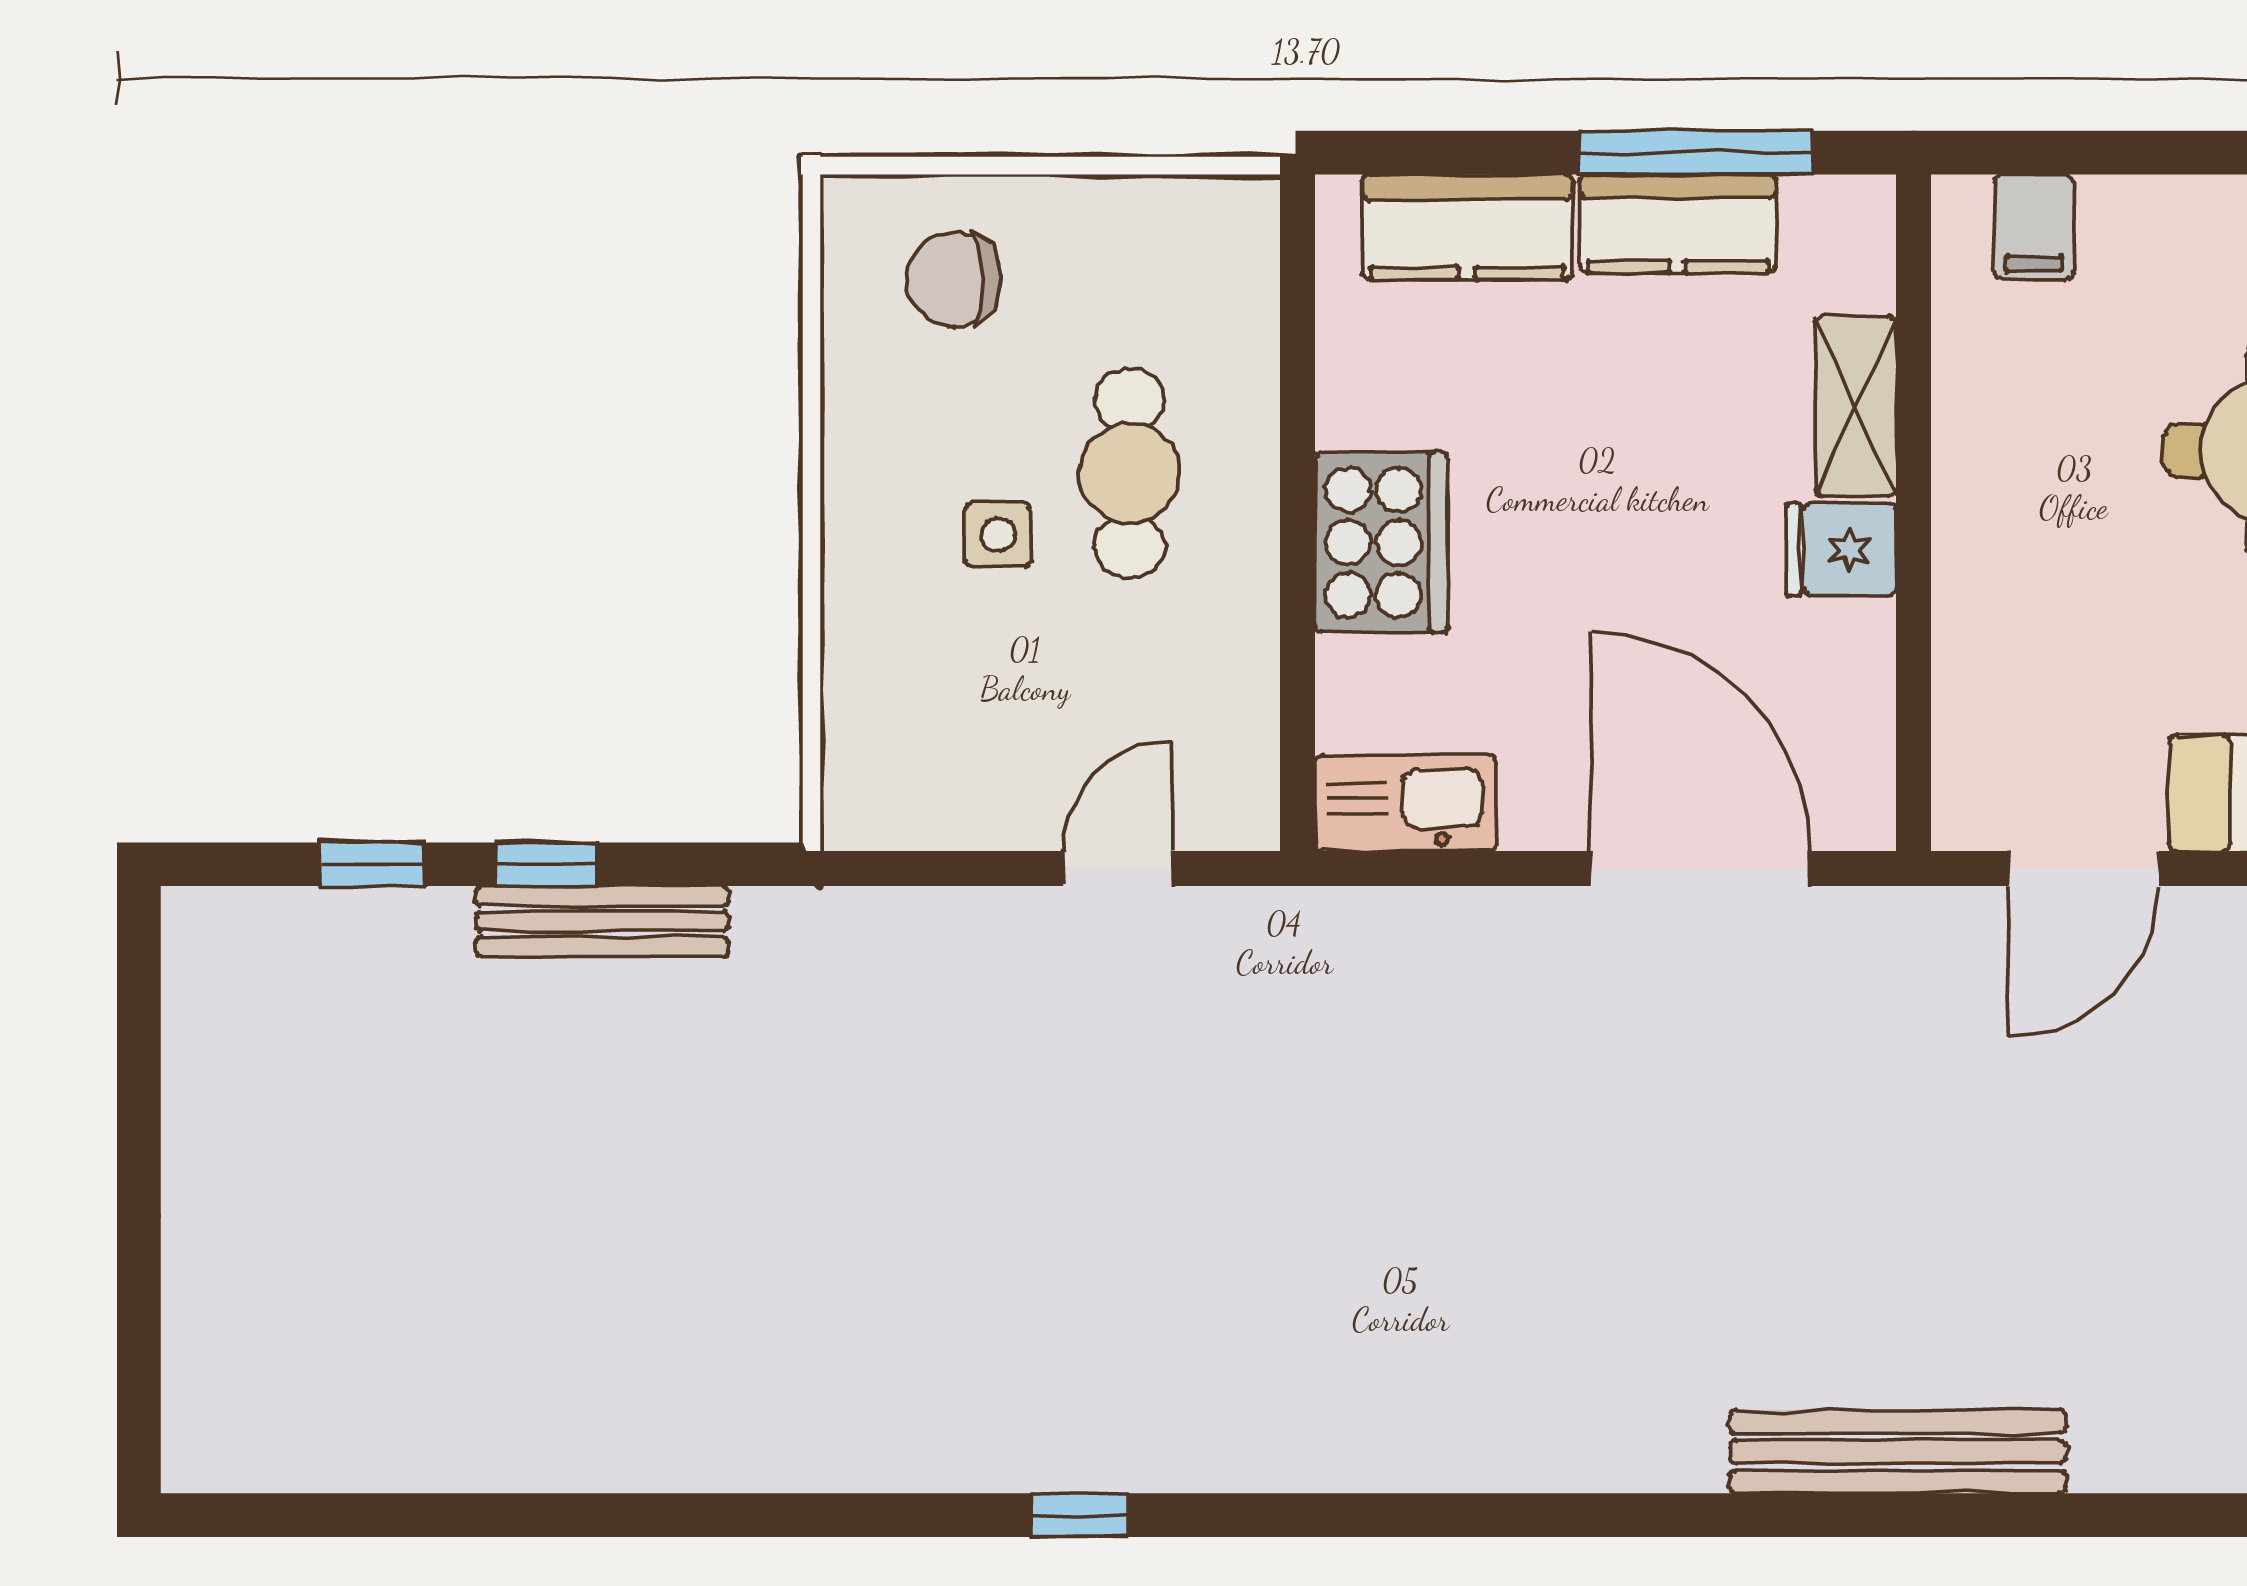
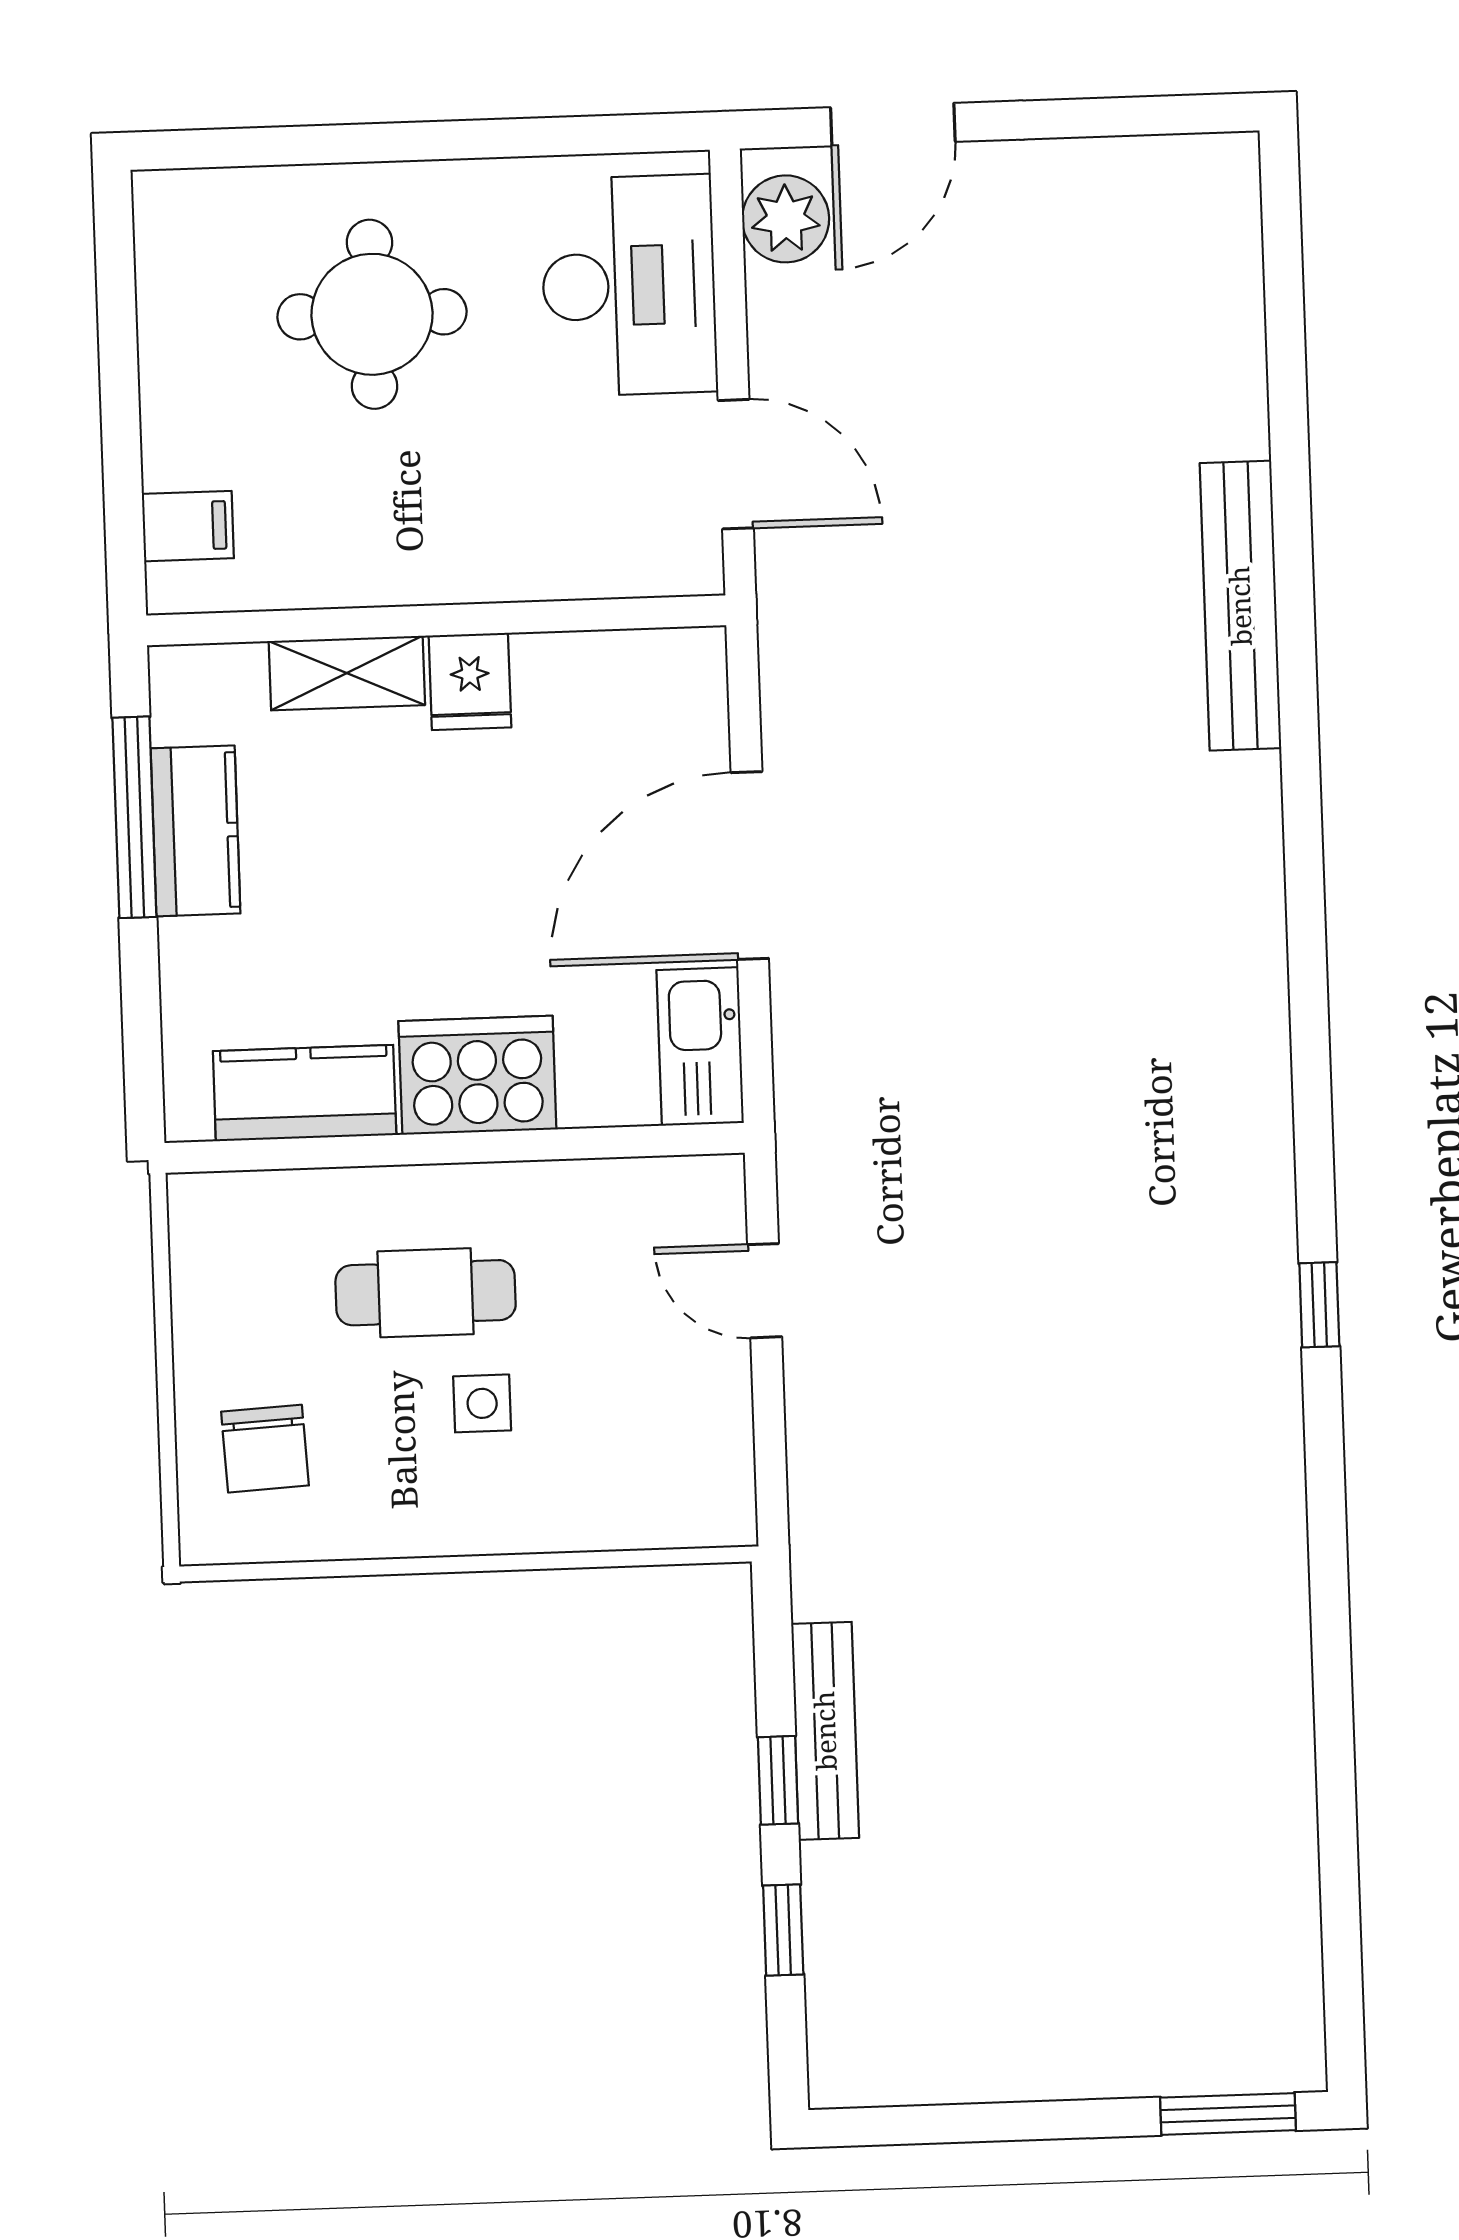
kitchen counter: (1467, 227) -> (305, 1093), moved, turned -90
door: (1700, 869) -> (750, 866), moved
window: (139, 1376) -> (1228, 2114), added

